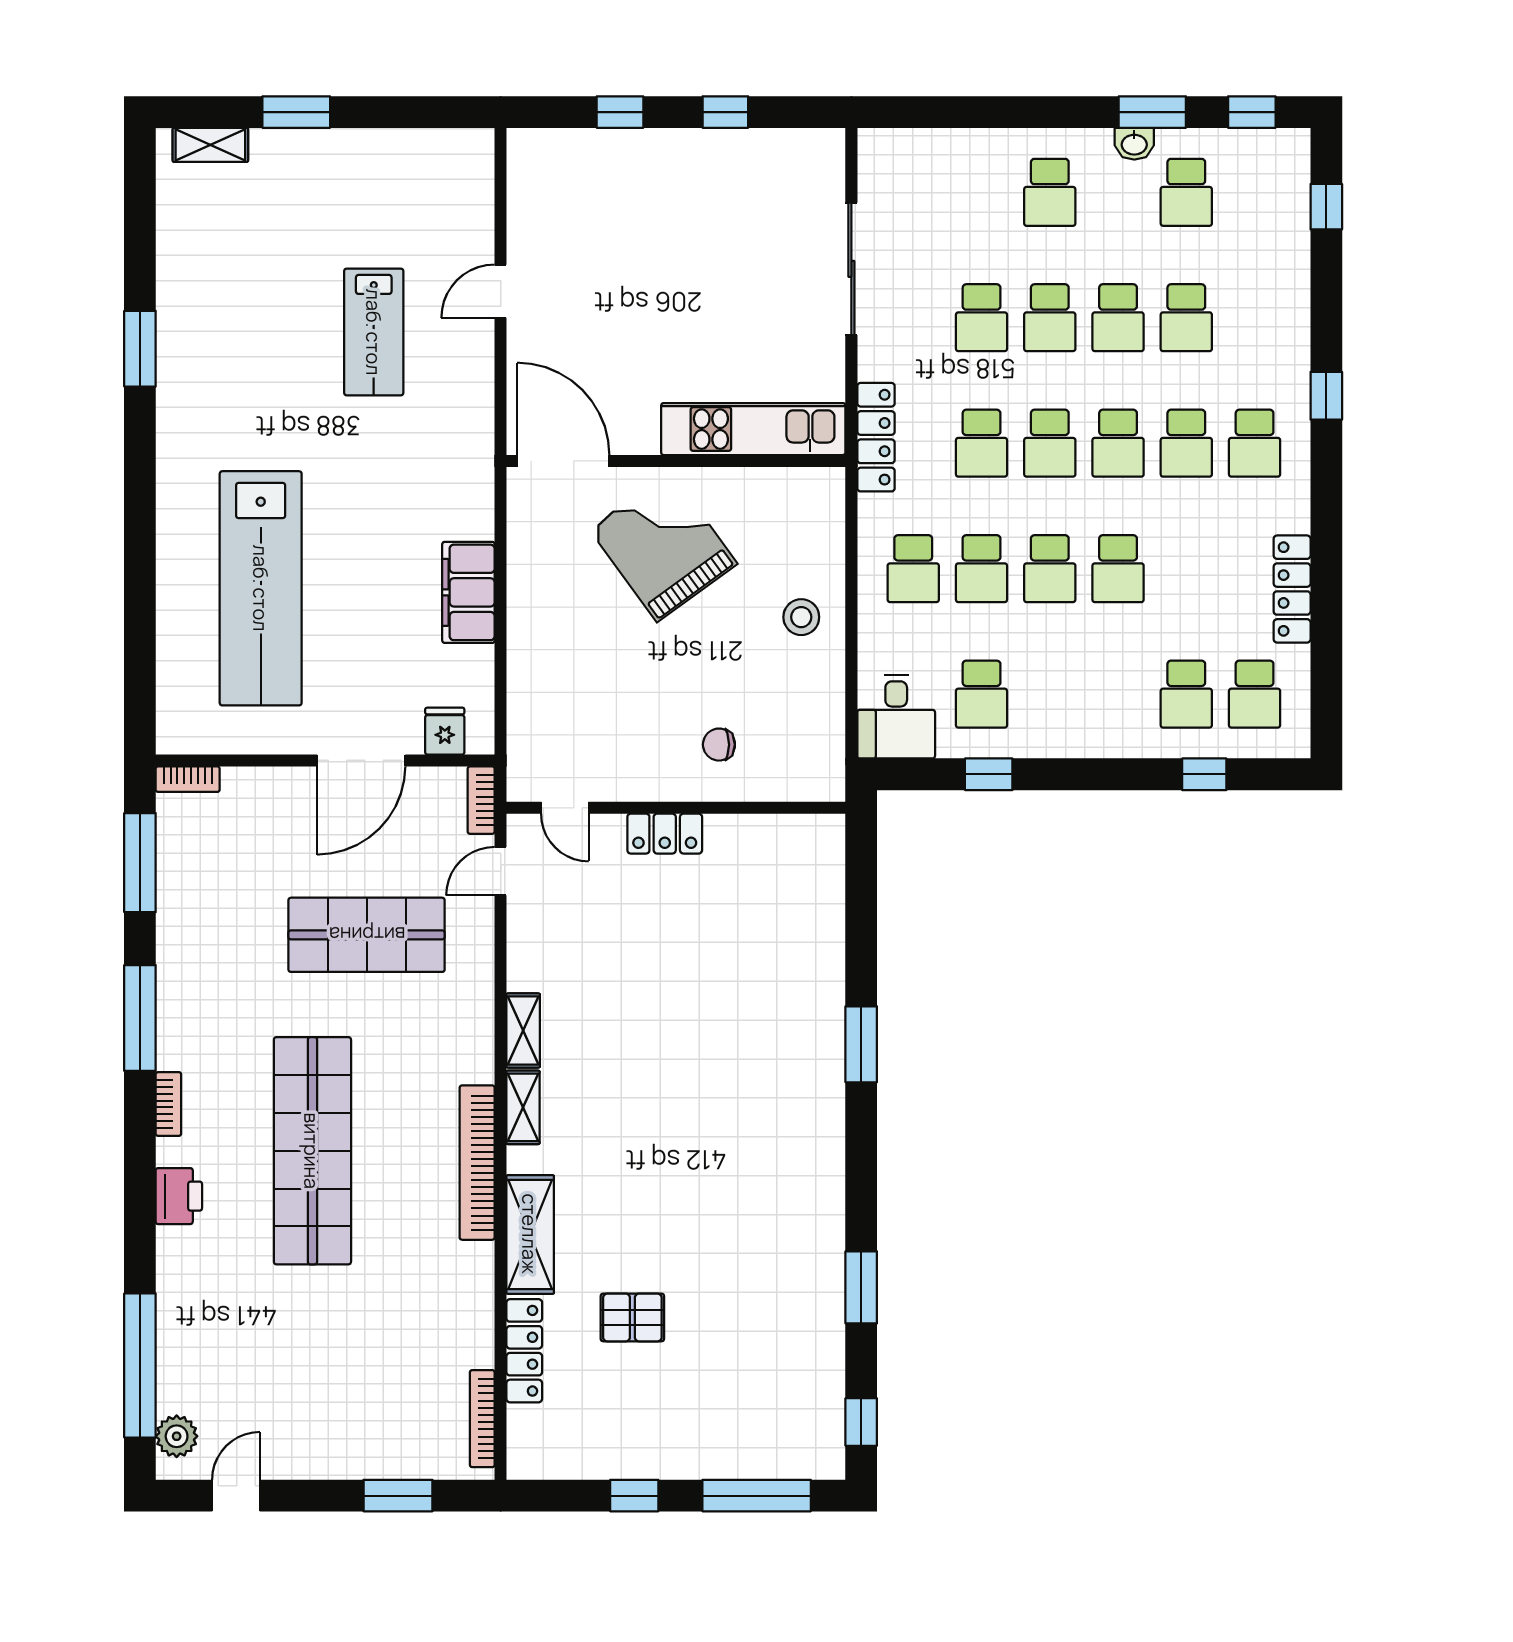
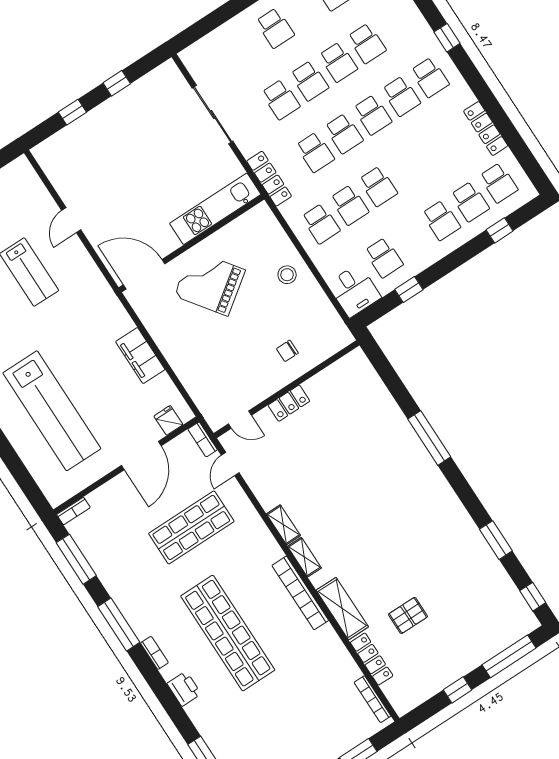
school desk: (1118, 569) -> (441, 220), moved
window: (861, 1044) -> (429, 438), width x1.44

